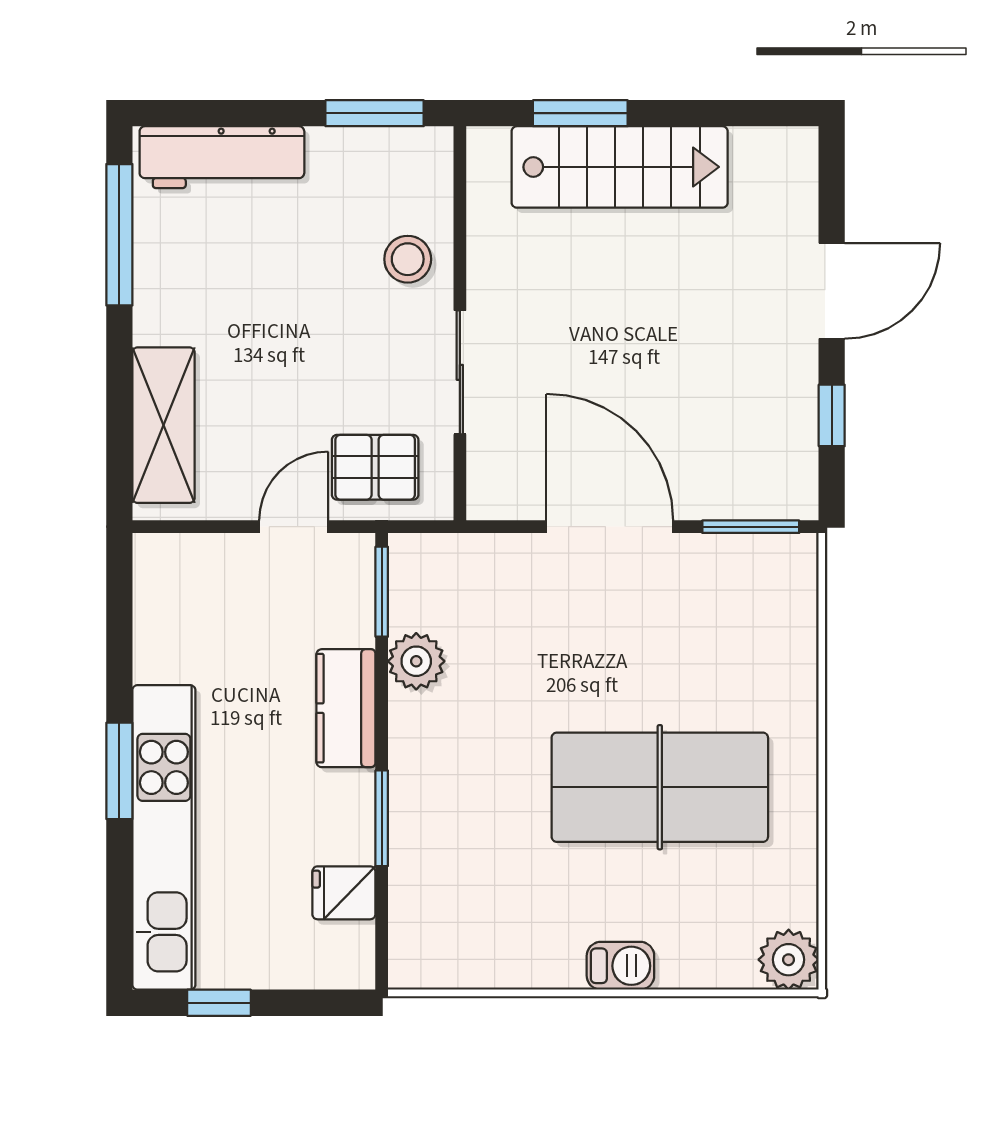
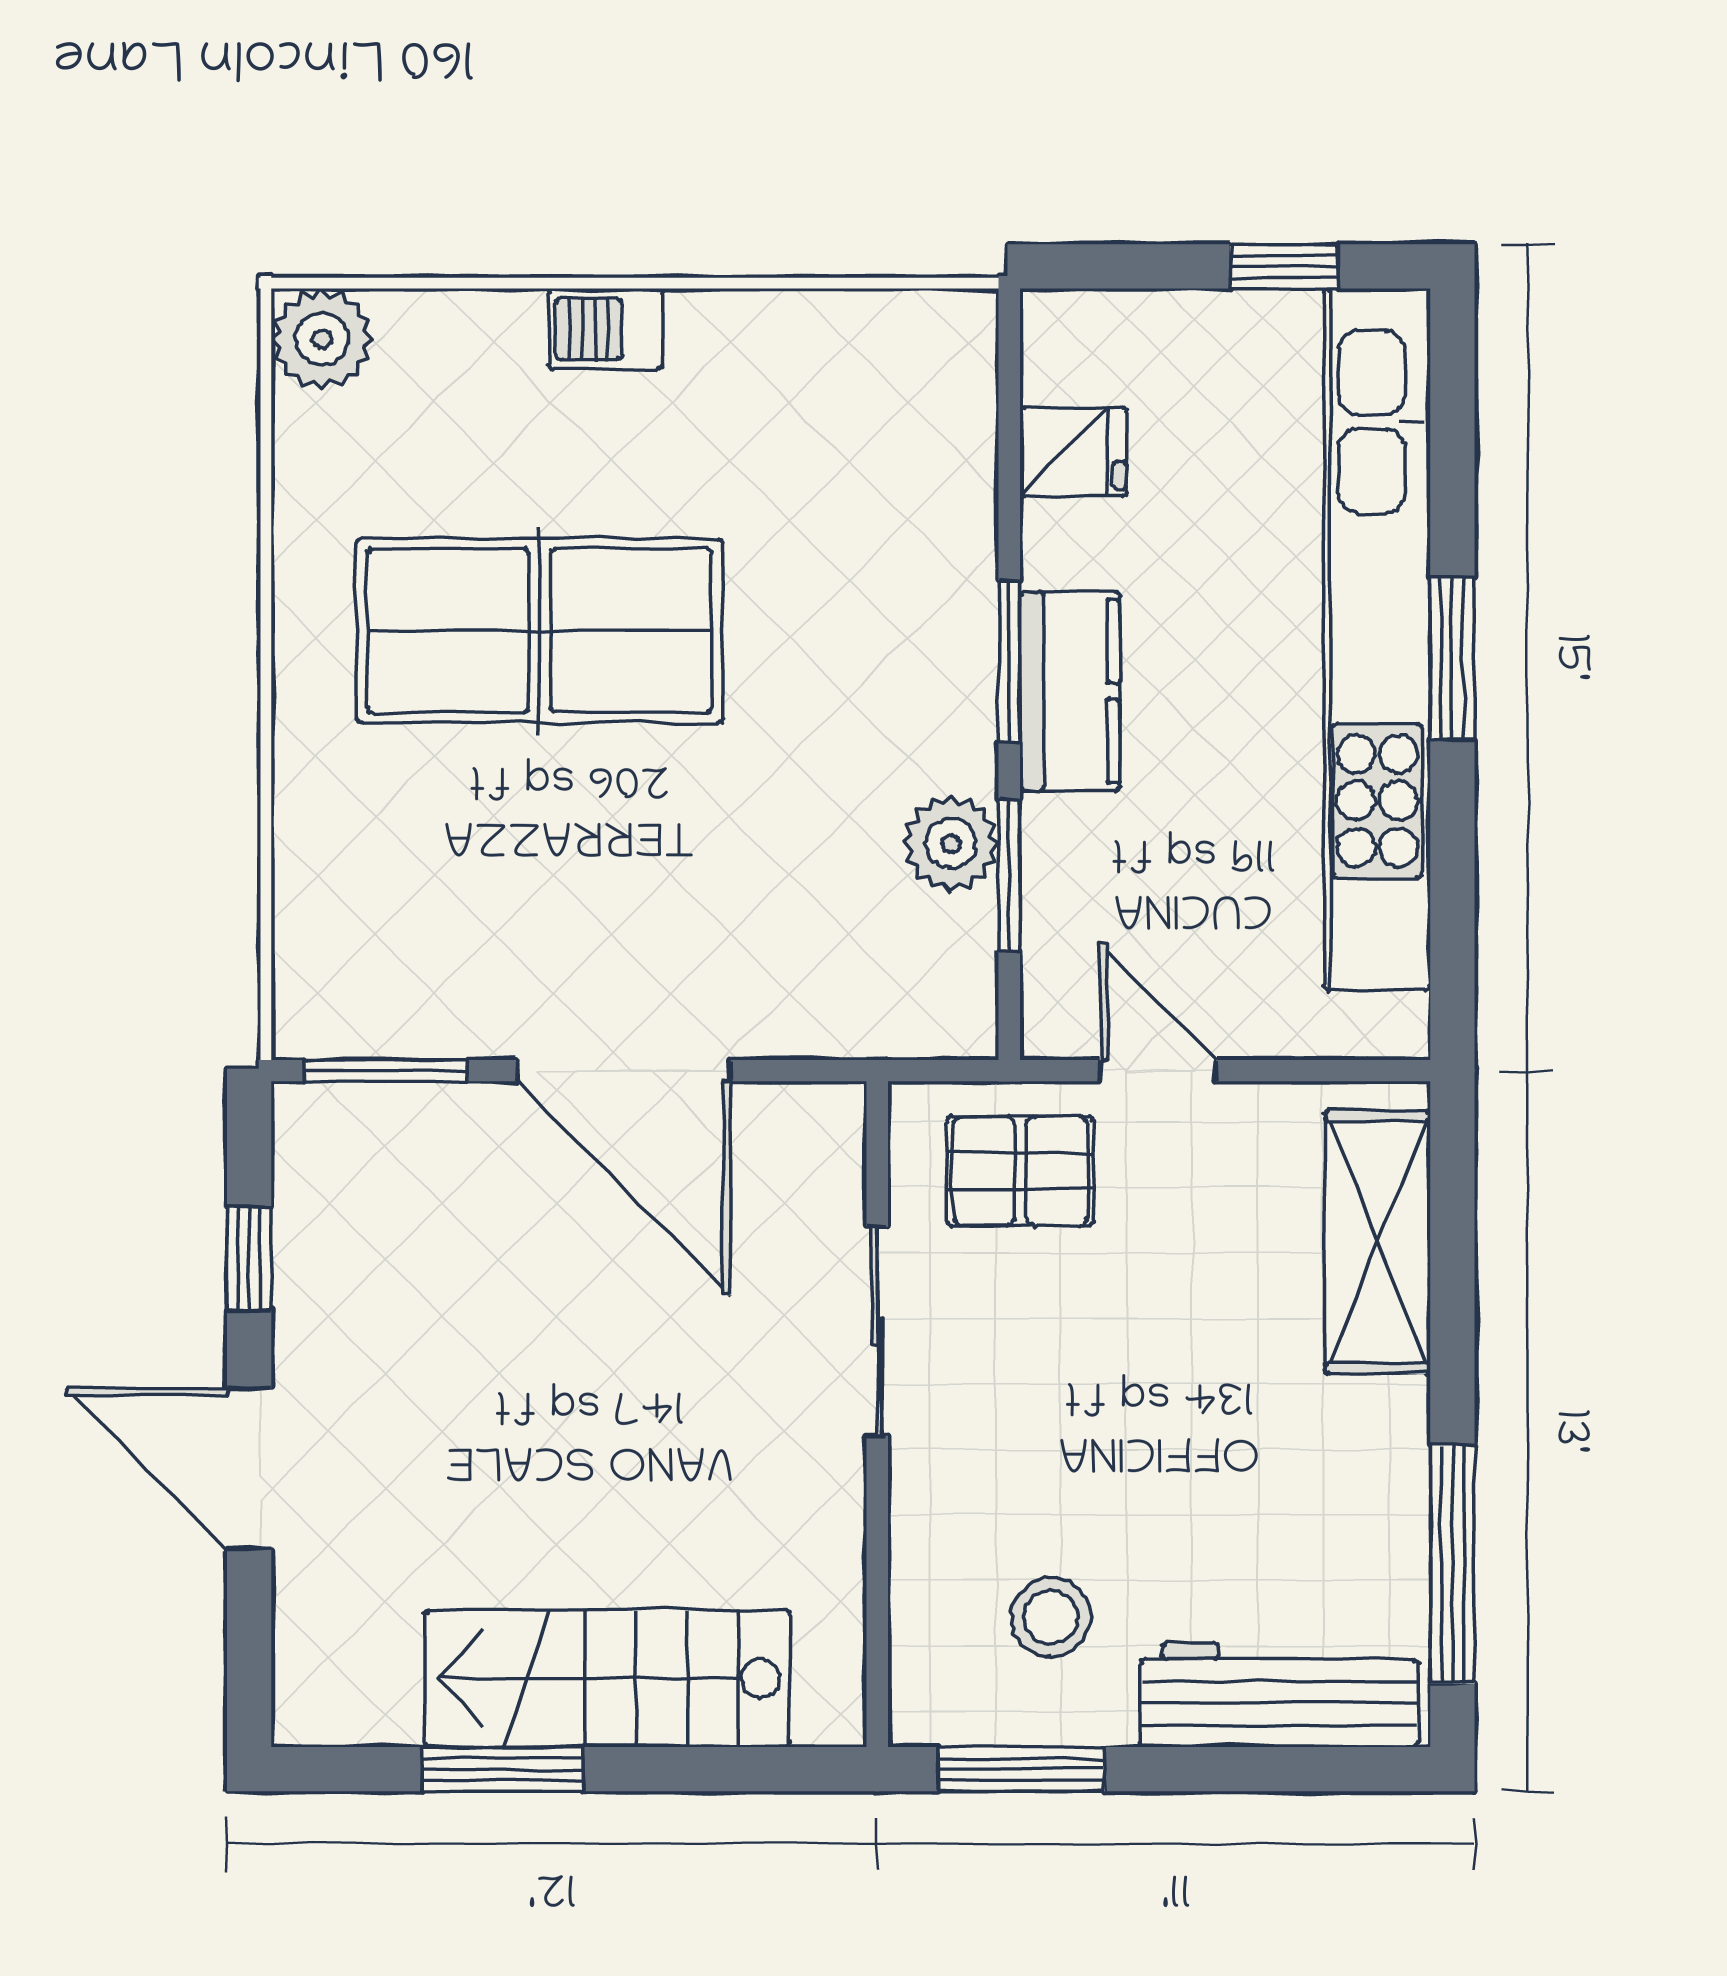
window: (580, 113) -> (503, 1769), moved
stool: (408, 259) -> (1051, 1617), moved
door: (832, 291) -> (249, 1469), hinge flipped
door: (294, 527) -> (1158, 1071), swing flipped
window: (382, 592) -> (1009, 875), moved
kitchen counter: (346, 708) -> (1070, 691), moved
window: (382, 818) -> (1009, 662), moved
kitchen unit: (164, 837) -> (1377, 639), width x1.36

